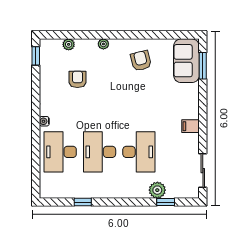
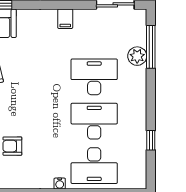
desk: (100, 152) -> (94, 121), turned 180
window: (166, 202) -> (151, 47), width x2.17

